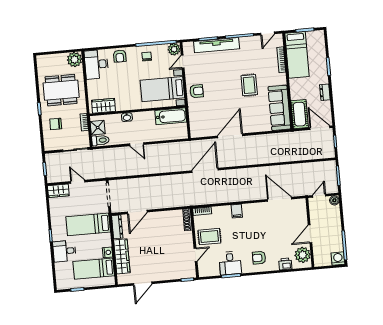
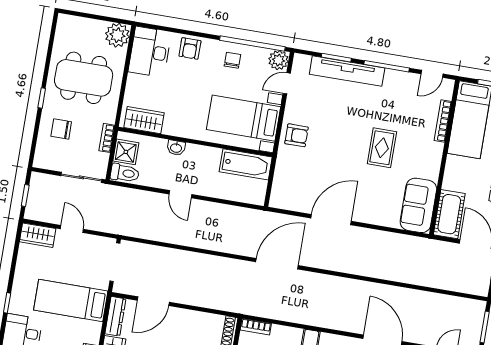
sofa: (279, 108) -> (418, 205), width x0.73

